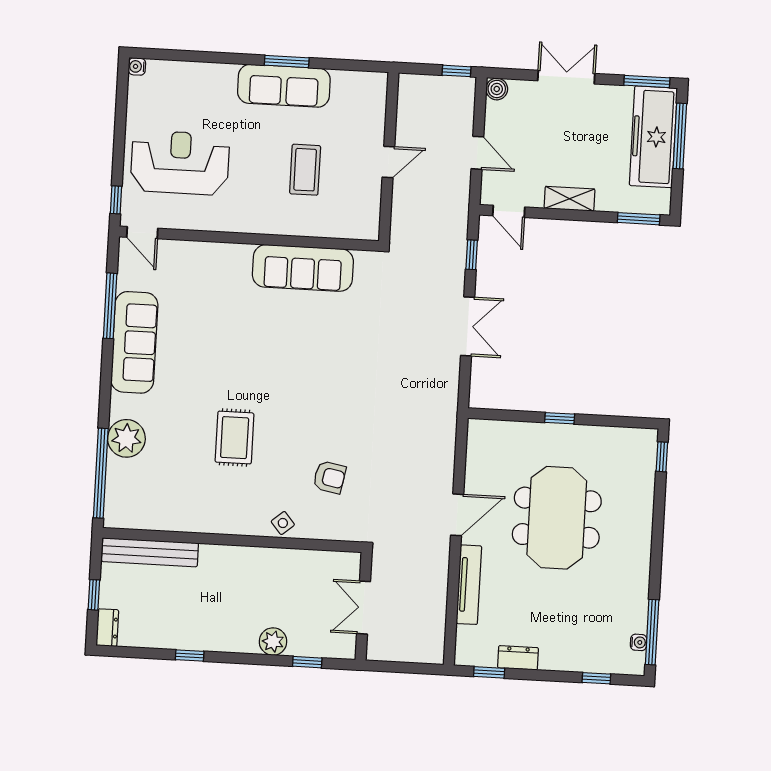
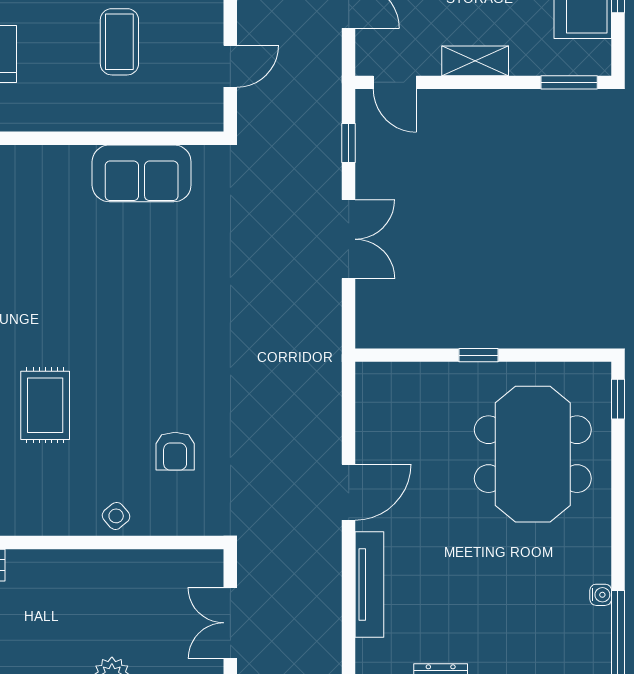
door: (388, 162) -> (230, 66), moved
sofa: (303, 268) -> (142, 173), width x0.73
armchair: (329, 477) -> (175, 451), turned 79
meeting table: (557, 518) -> (533, 454), moved
water cooler: (639, 642) -> (601, 595), moved

